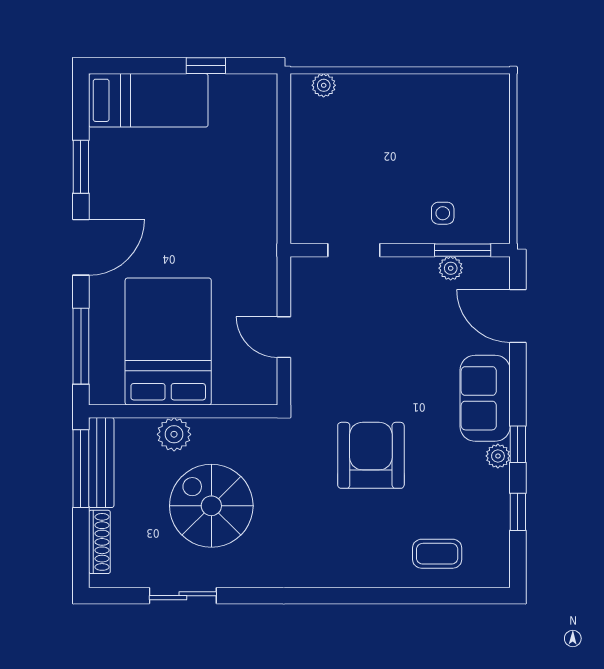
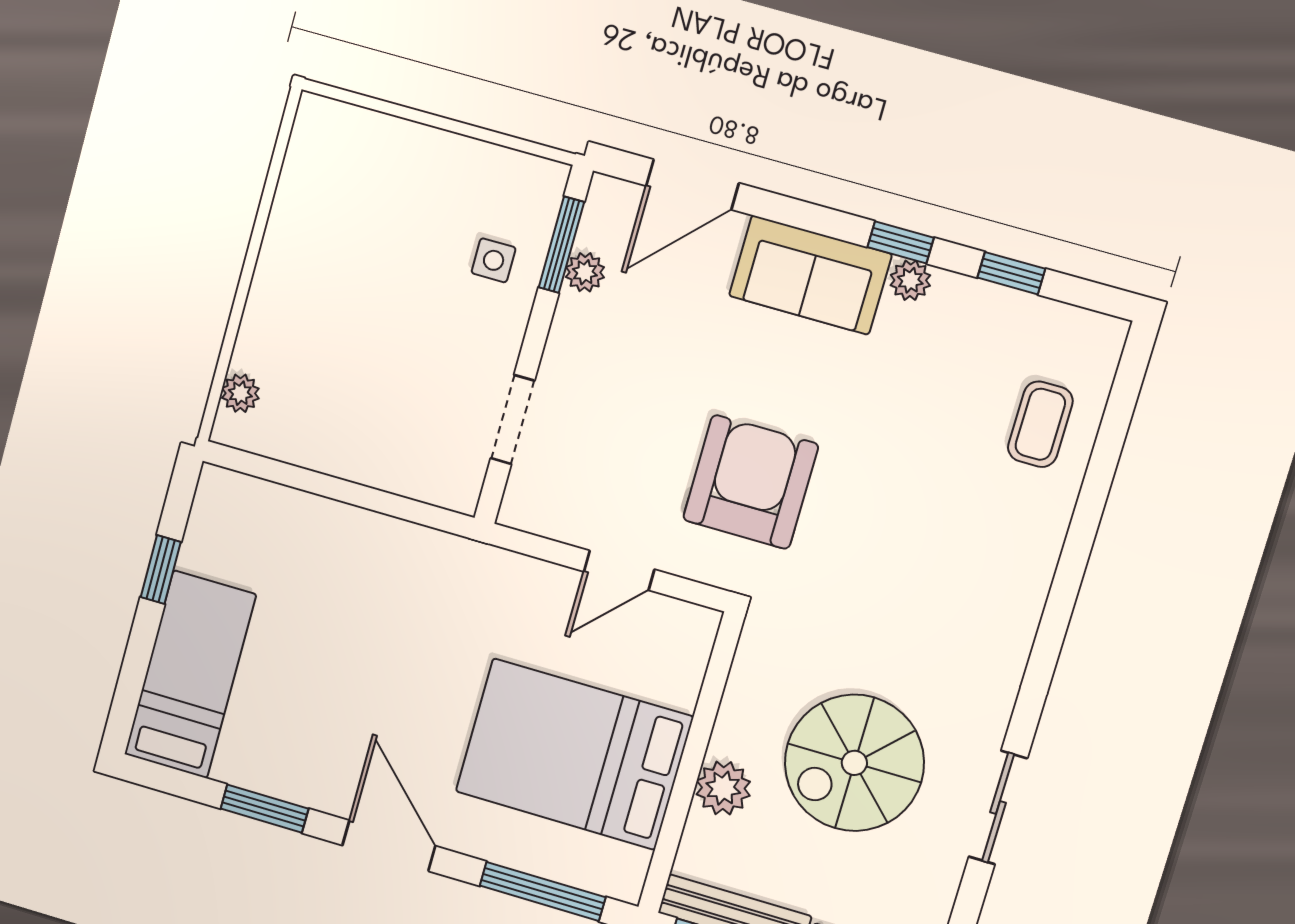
armchair: (371, 455) -> (751, 482), moved, turned 90
sliding door: (183, 596) -> (998, 808), moved

